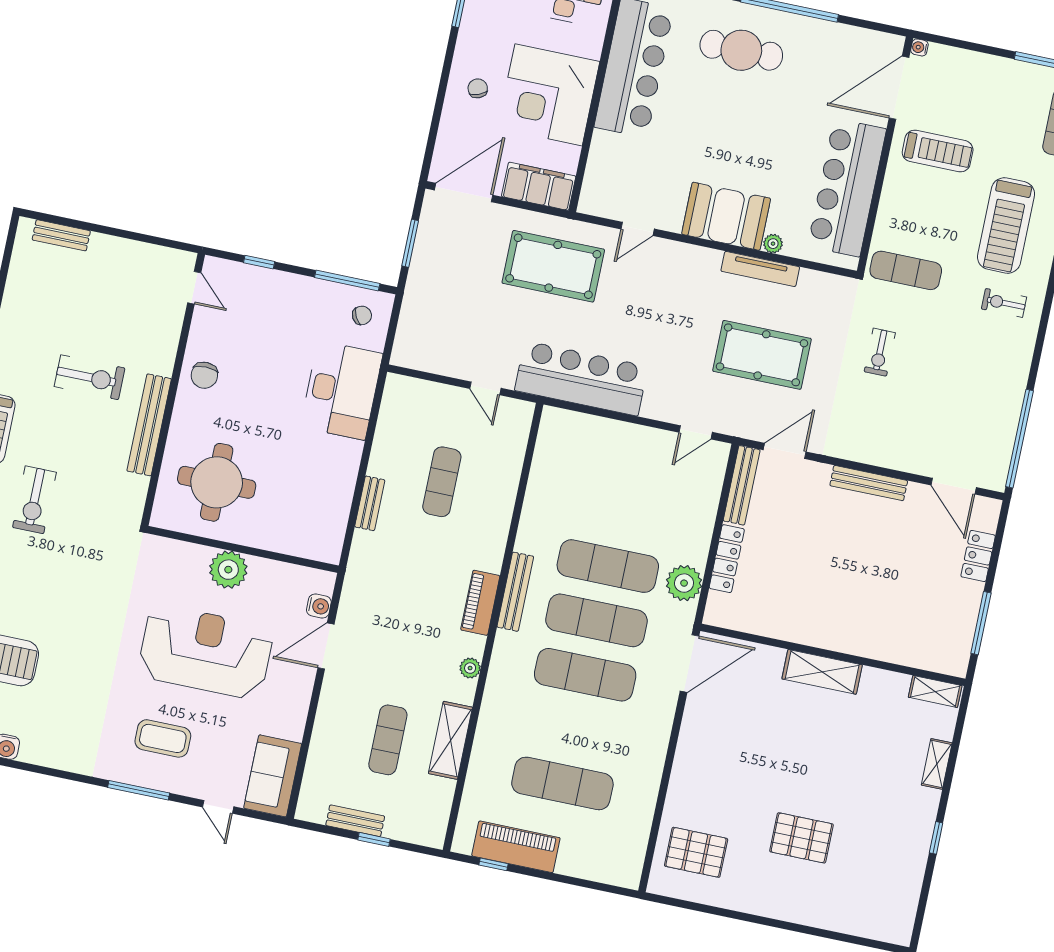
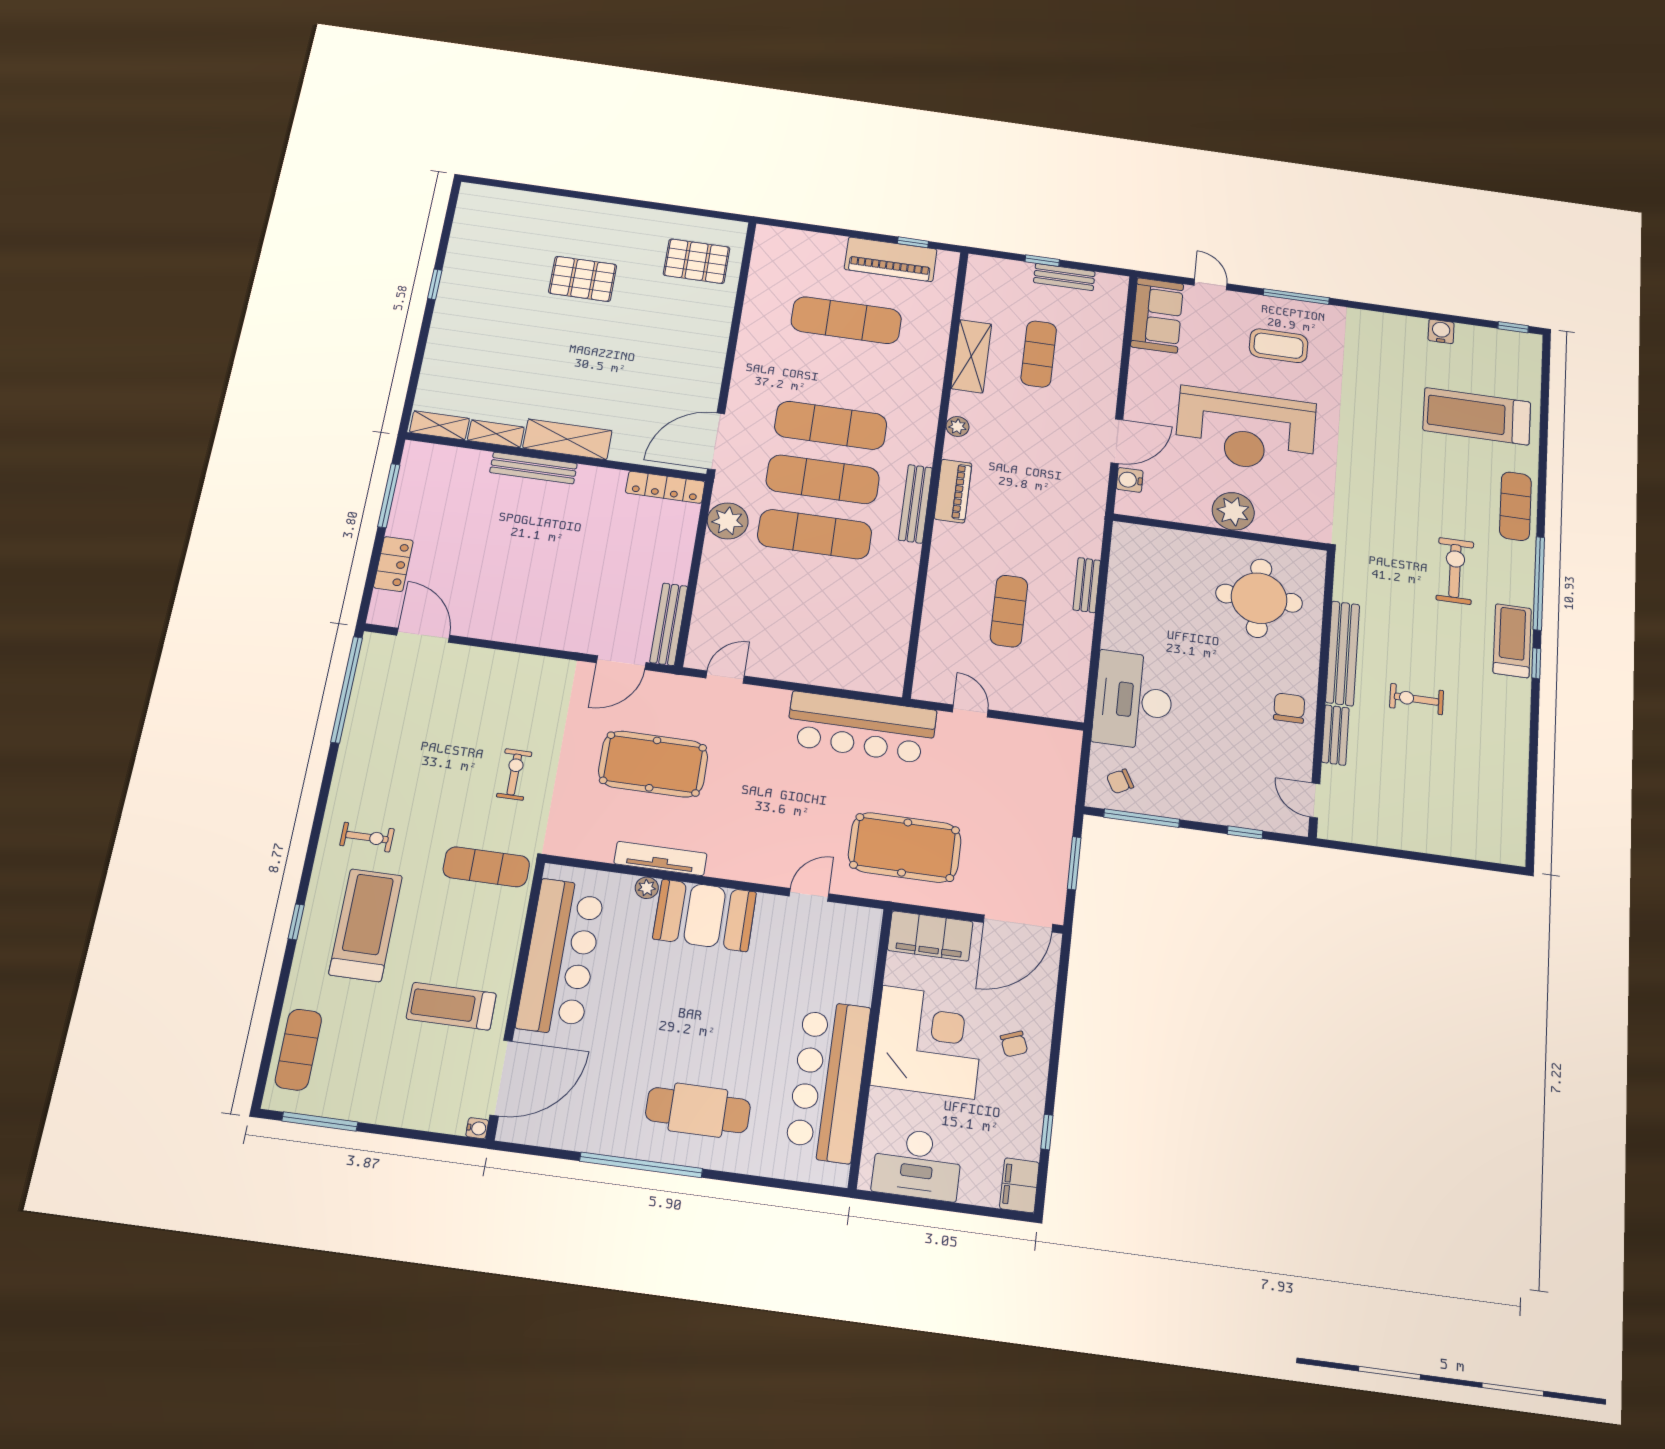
bench: (61, 235) -> (1335, 735), moved, turned 90
exercise bike: (90, 377) -> (1417, 699), width x0.73, depth x0.72
bench: (869, 483) -> (533, 468), moved
locker: (727, 559) -> (665, 487), moved, turned -90
shelving: (937, 764) -> (496, 434), moved, turned 90

